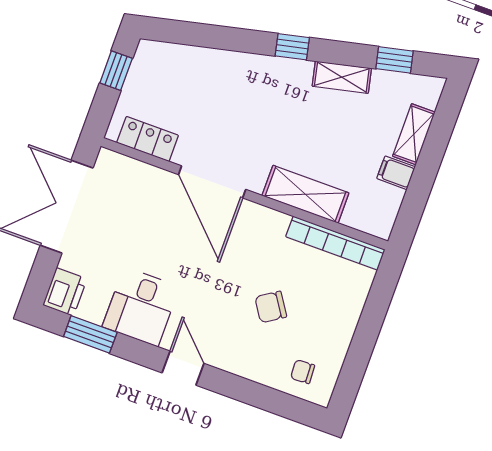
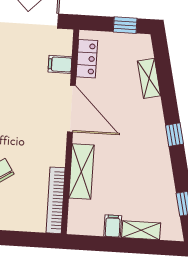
shelving: (342, 77) -> (149, 78), moved
filing cabinet: (144, 180) -> (60, 64), added
door: (212, 182) -> (71, 109), swing flipped

